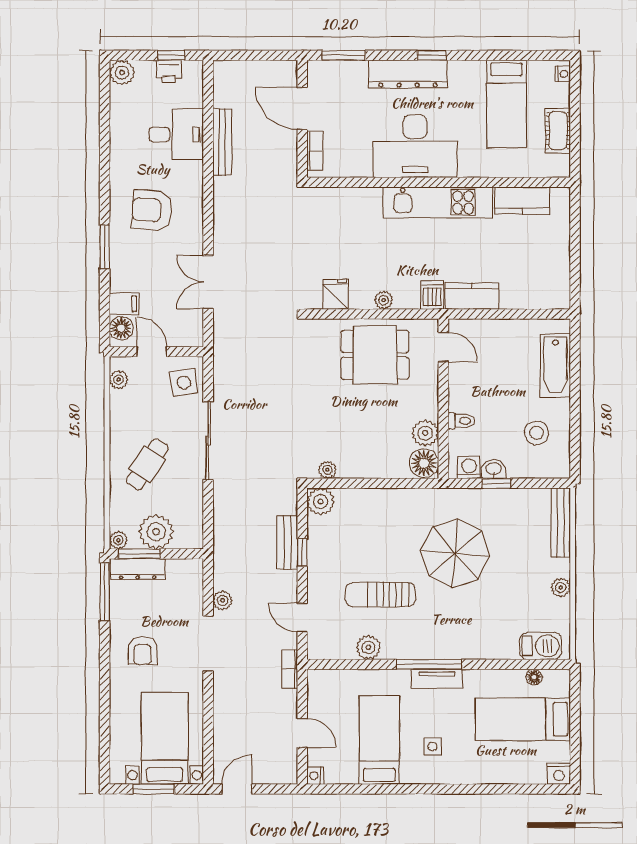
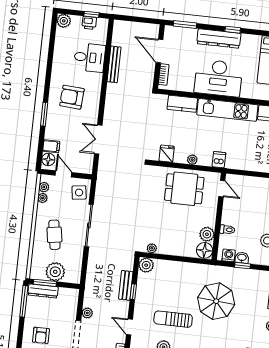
kitchen counter: (472, 296) -> (182, 104), moved, turned 180
cafe table: (147, 464) -> (54, 235), turned -43
plant: (118, 540) -> (43, 198), moved

